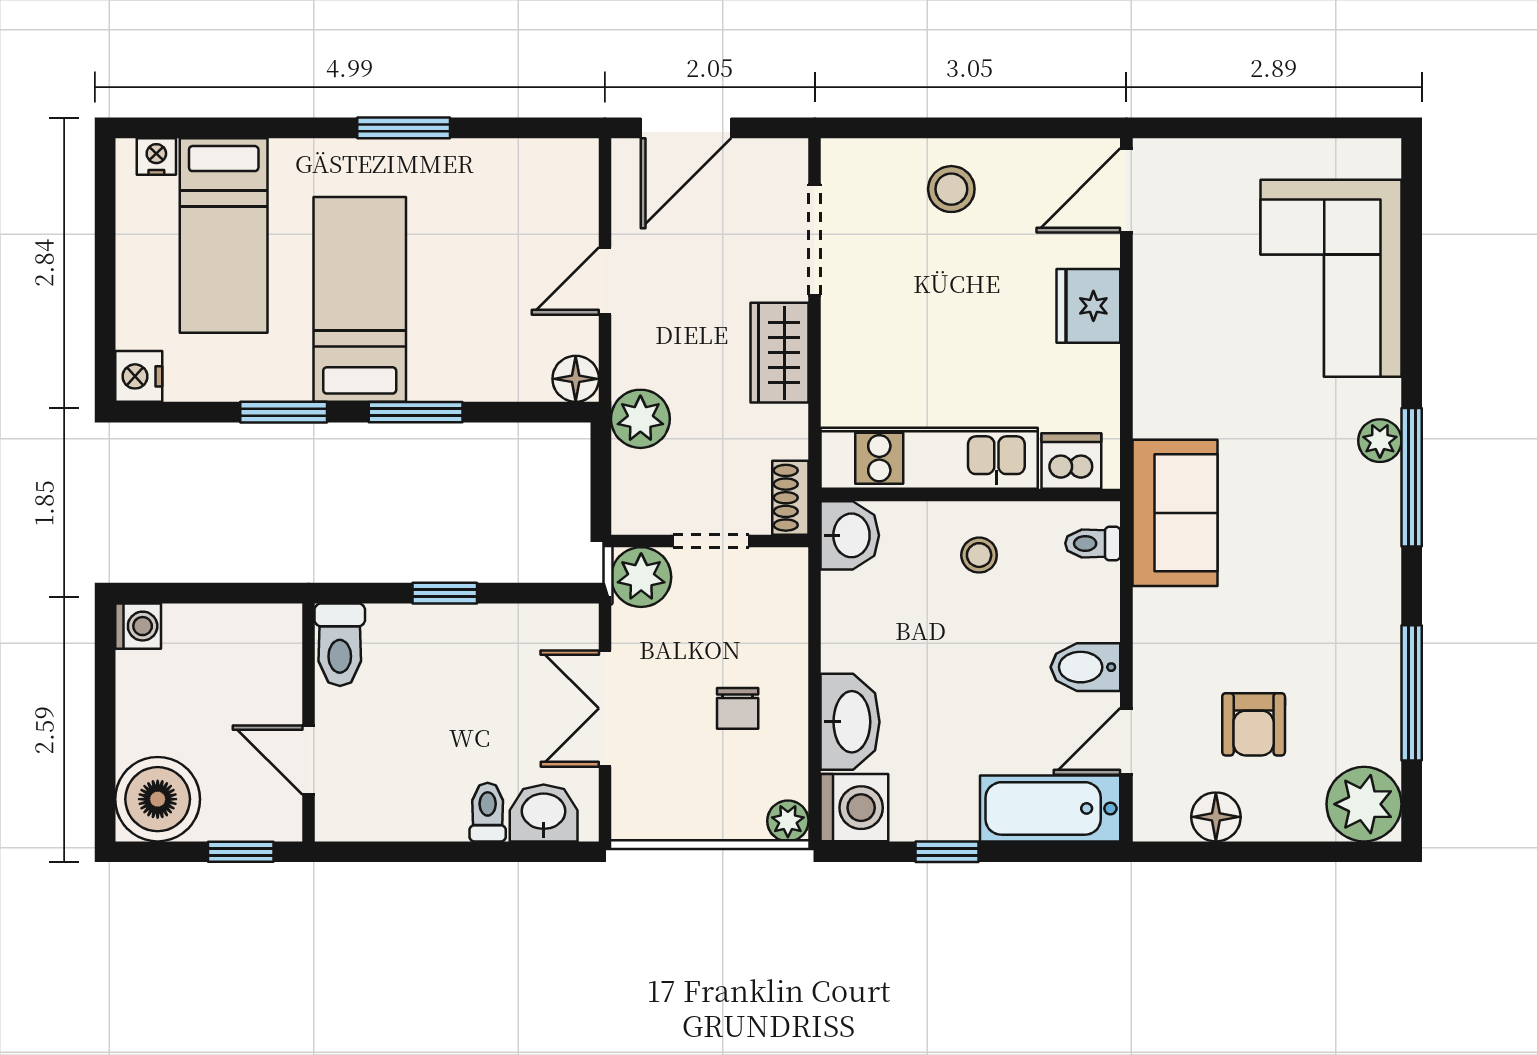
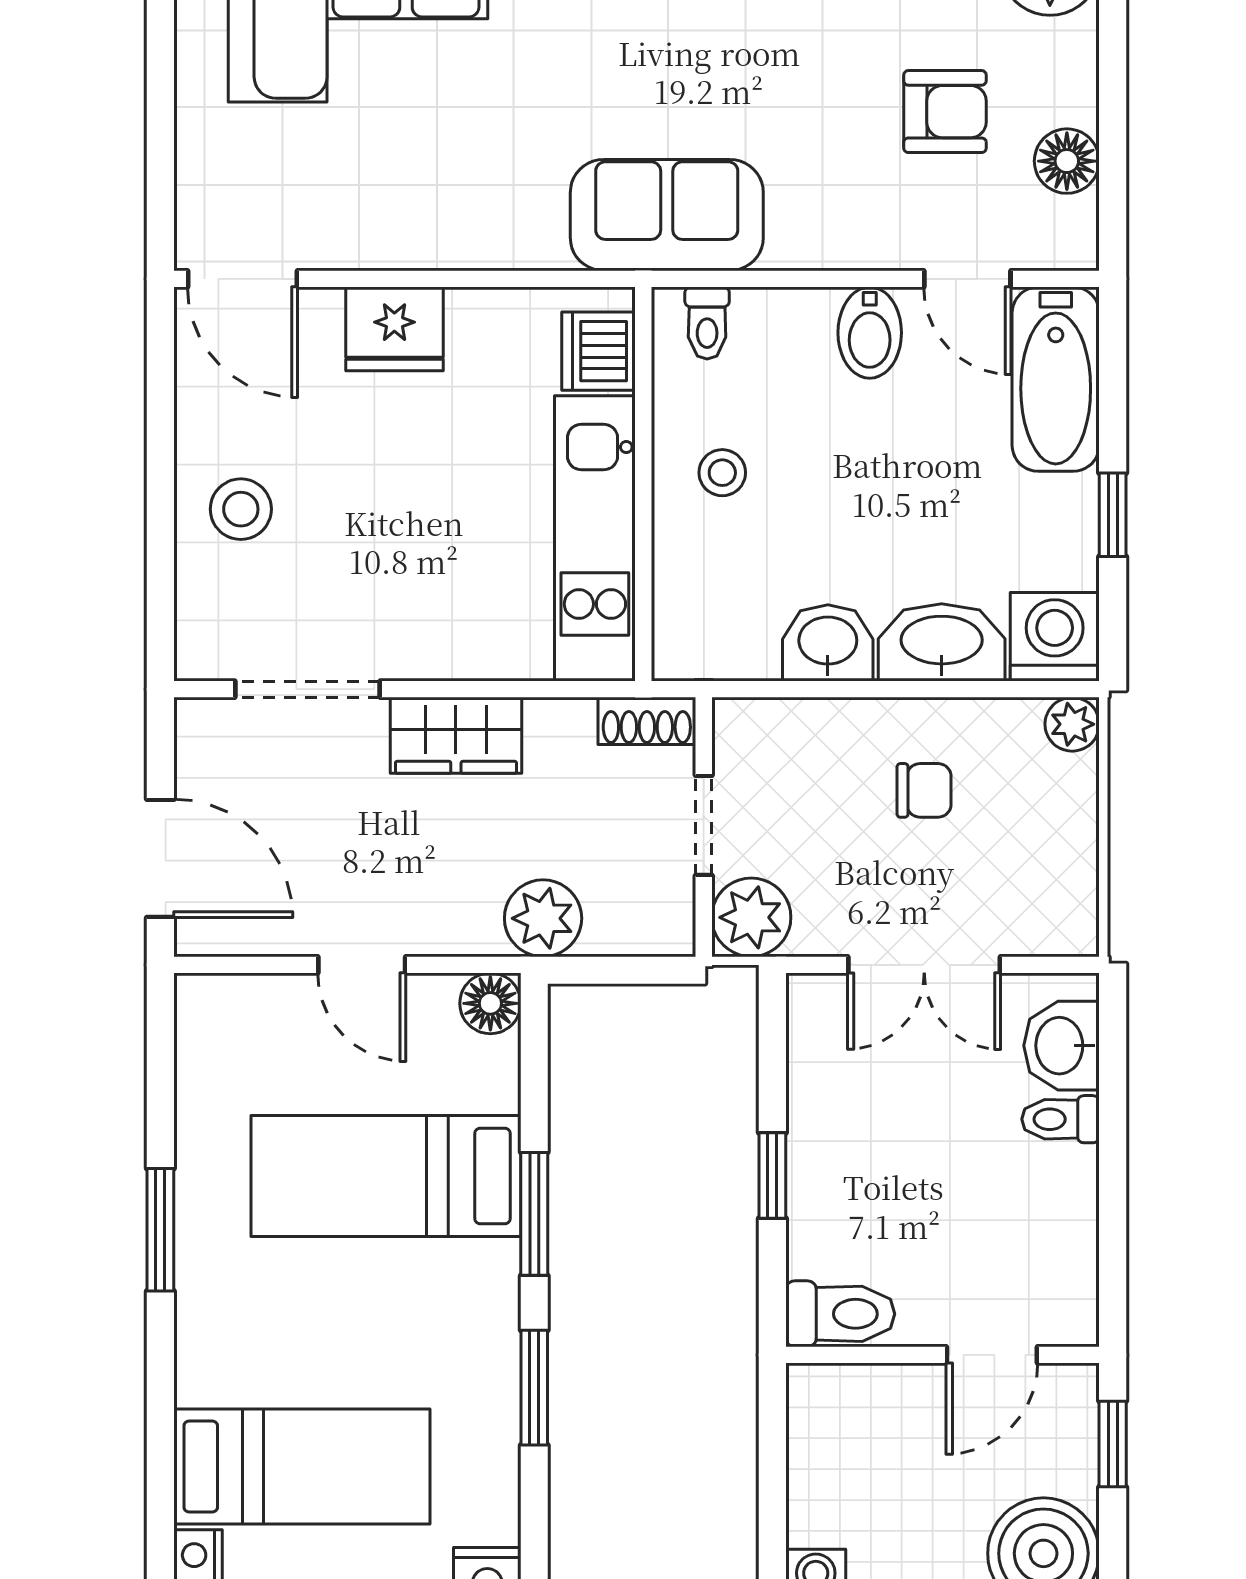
bed: (360, 299) -> (386, 1176), moved
washbasin: (850, 535) -> (828, 643), moved

